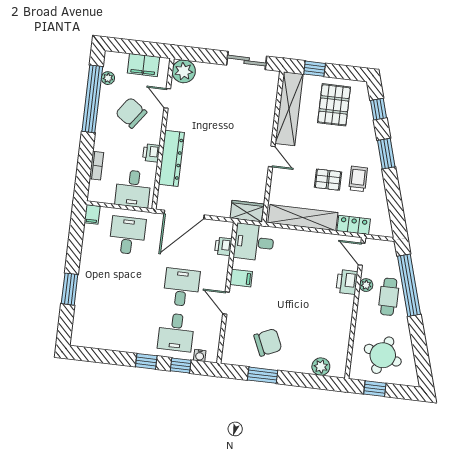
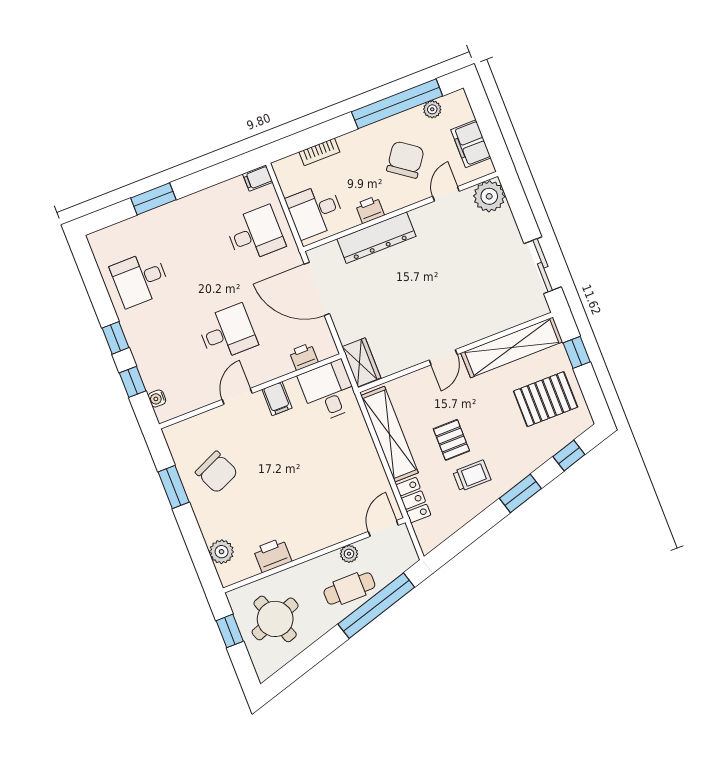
printer: (347, 282) -> (272, 555), moved
desk: (176, 332) -> (140, 279), moved
round table: (383, 355) -> (275, 619), turned -38

